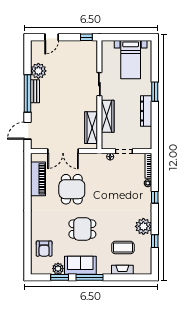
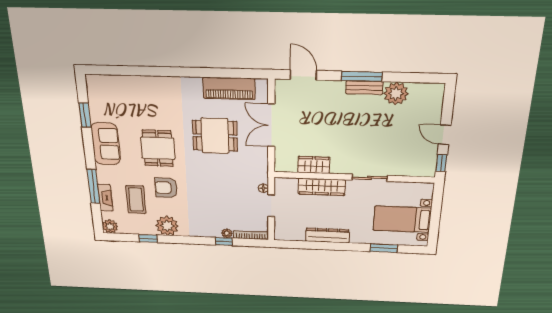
door: (52, 37) -> (445, 135), moved
window: (155, 92) -> (384, 248), moved
window: (27, 93) -> (362, 76), width x0.68
wardrobe: (91, 128) -> (314, 165), width x0.67
window: (155, 197) -> (224, 242), moved
armchair: (44, 249) -> (166, 188), moved
plant: (58, 269) -> (110, 226), moved
window: (89, 277) -> (93, 186), moved

